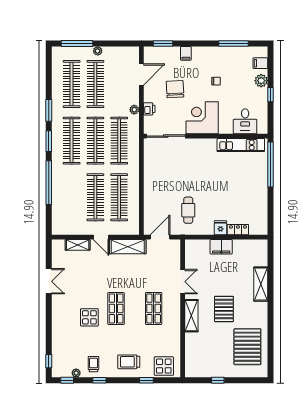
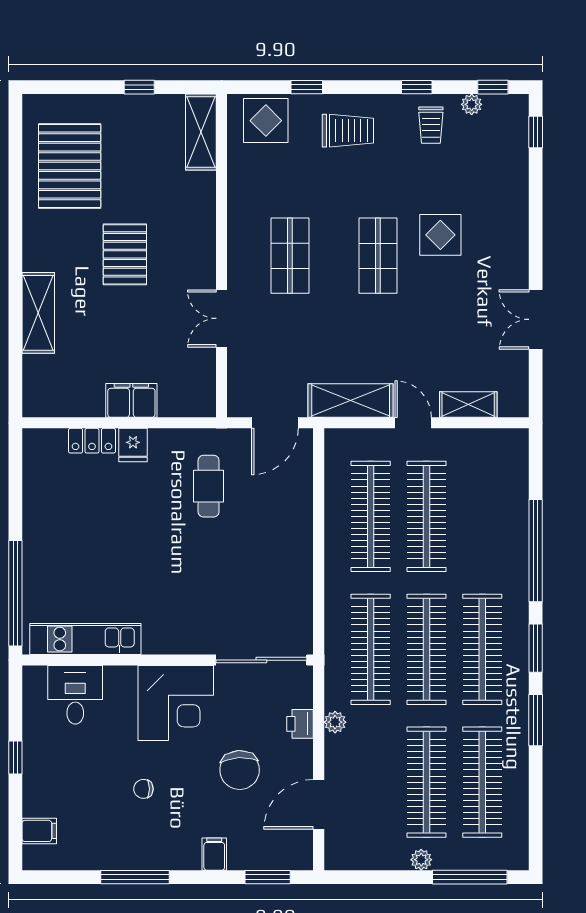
window: (234, 44) -> (135, 877), moved
plant: (261, 81) -> (37, 790), removed
shelving: (191, 316) -> (201, 132), moved

